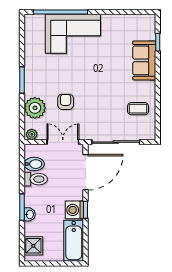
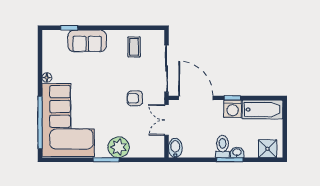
floor lamp: (107, 19) -> (47, 78), added
corner sofa: (73, 34) -> (68, 120), width x1.36, depth x1.36
armchair: (66, 102) -> (135, 98), moved
plant: (35, 108) -> (119, 147), moved
plant: (32, 134) -> (159, 150), removed
bidet: (34, 164) -> (175, 148), moved
toilet: (36, 179) -> (223, 146), moved

